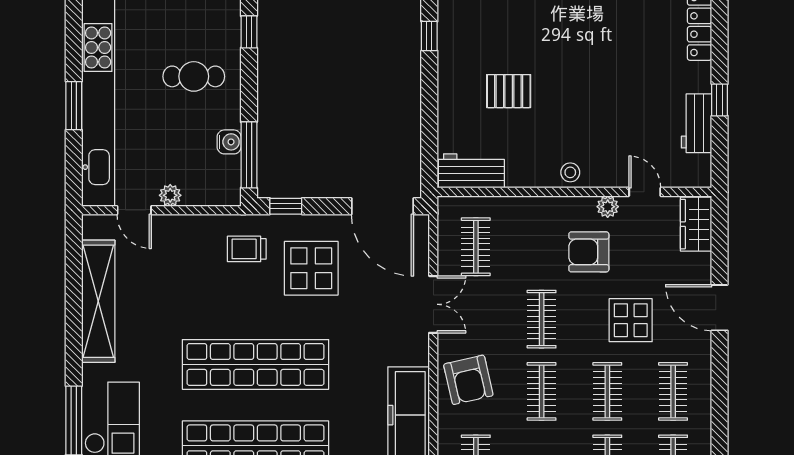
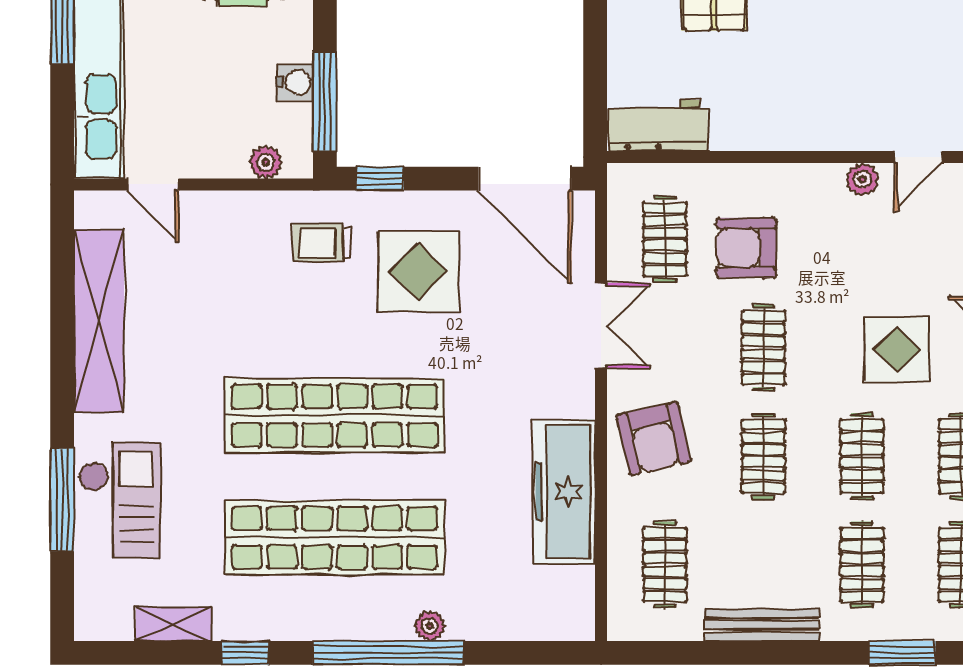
stool: (570, 172) -> (806, 128), removed
door: (645, 192) -> (918, 157), swing flipped
plant: (170, 195) -> (266, 162), moved
armchair: (589, 252) -> (746, 248), moved

